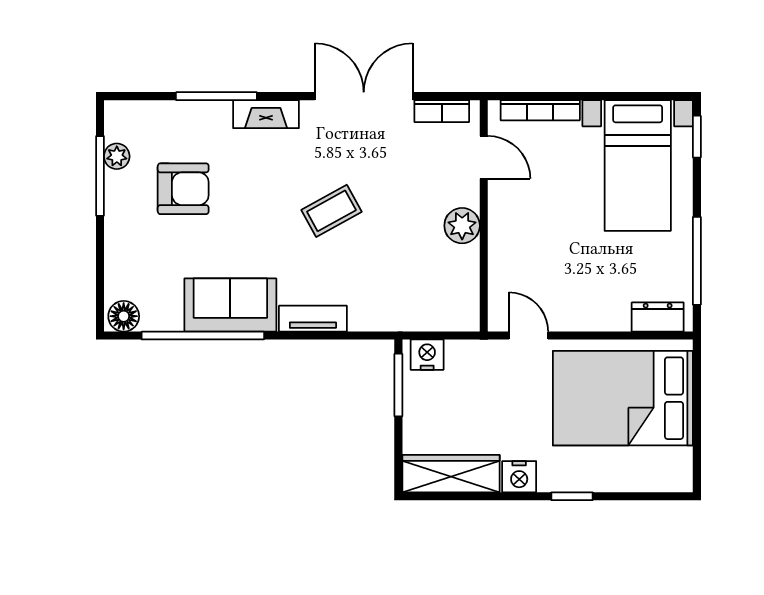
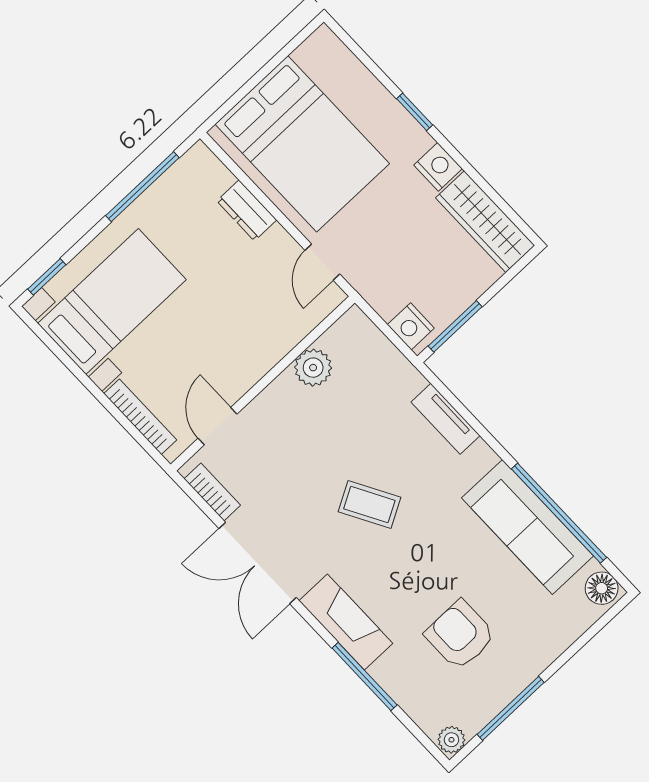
fireplace: (266, 114) -> (346, 622), width x1.37, depth x1.32
plant: (117, 156) -> (451, 740), moved
plant: (462, 226) -> (313, 368), moved
sofa: (230, 305) -> (528, 527), width x1.36
dresser: (658, 317) -> (247, 210), moved
tv unit: (313, 319) -> (445, 419), moved

